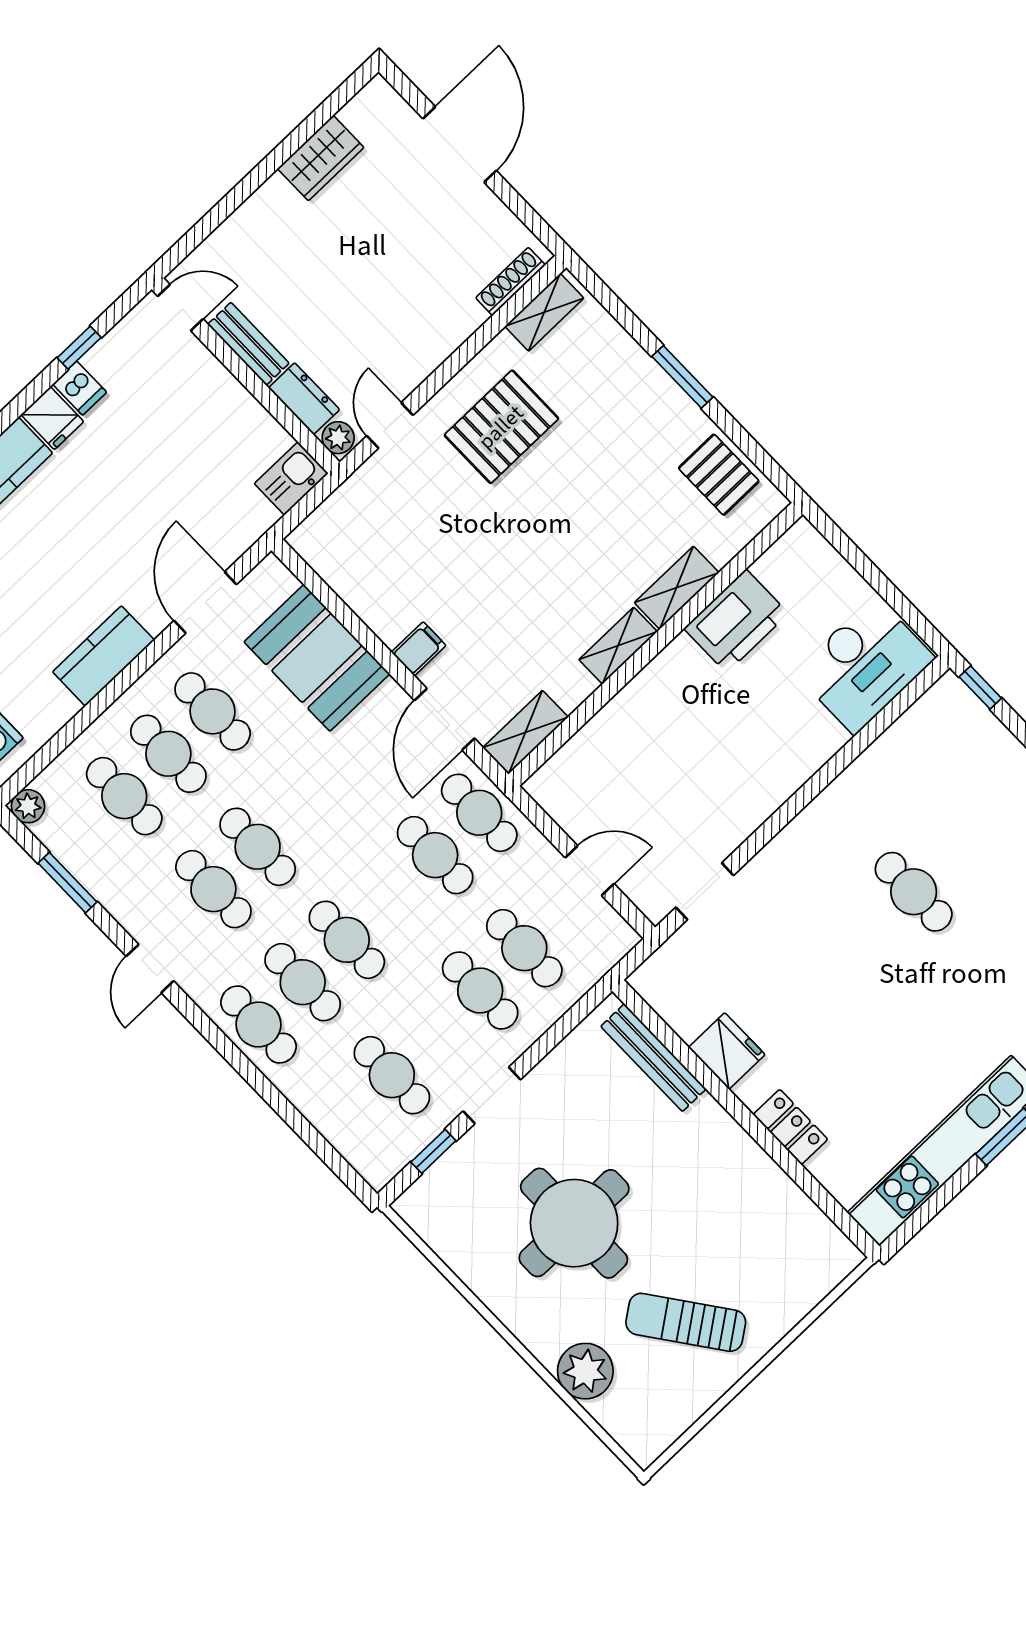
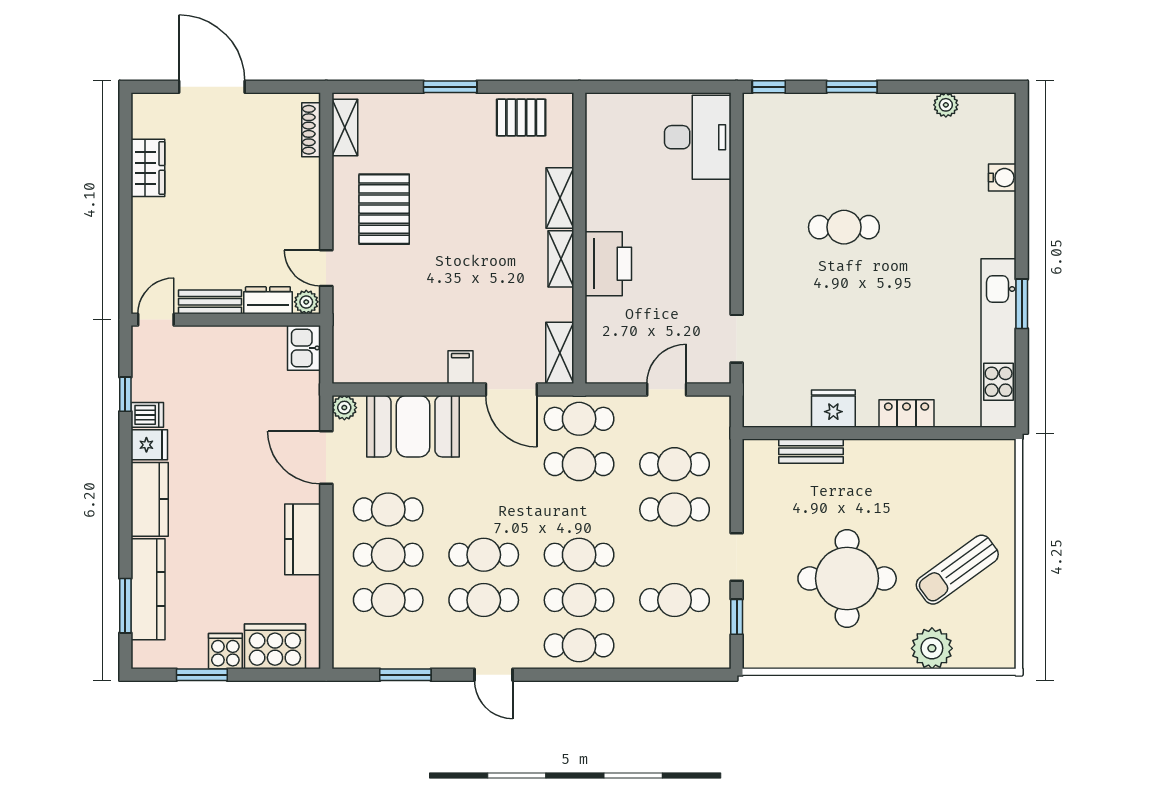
printer: (736, 621) -> (608, 264), moved
plant: (28, 806) -> (344, 408), moved
bench: (653, 1058) -> (811, 451), width x0.73

